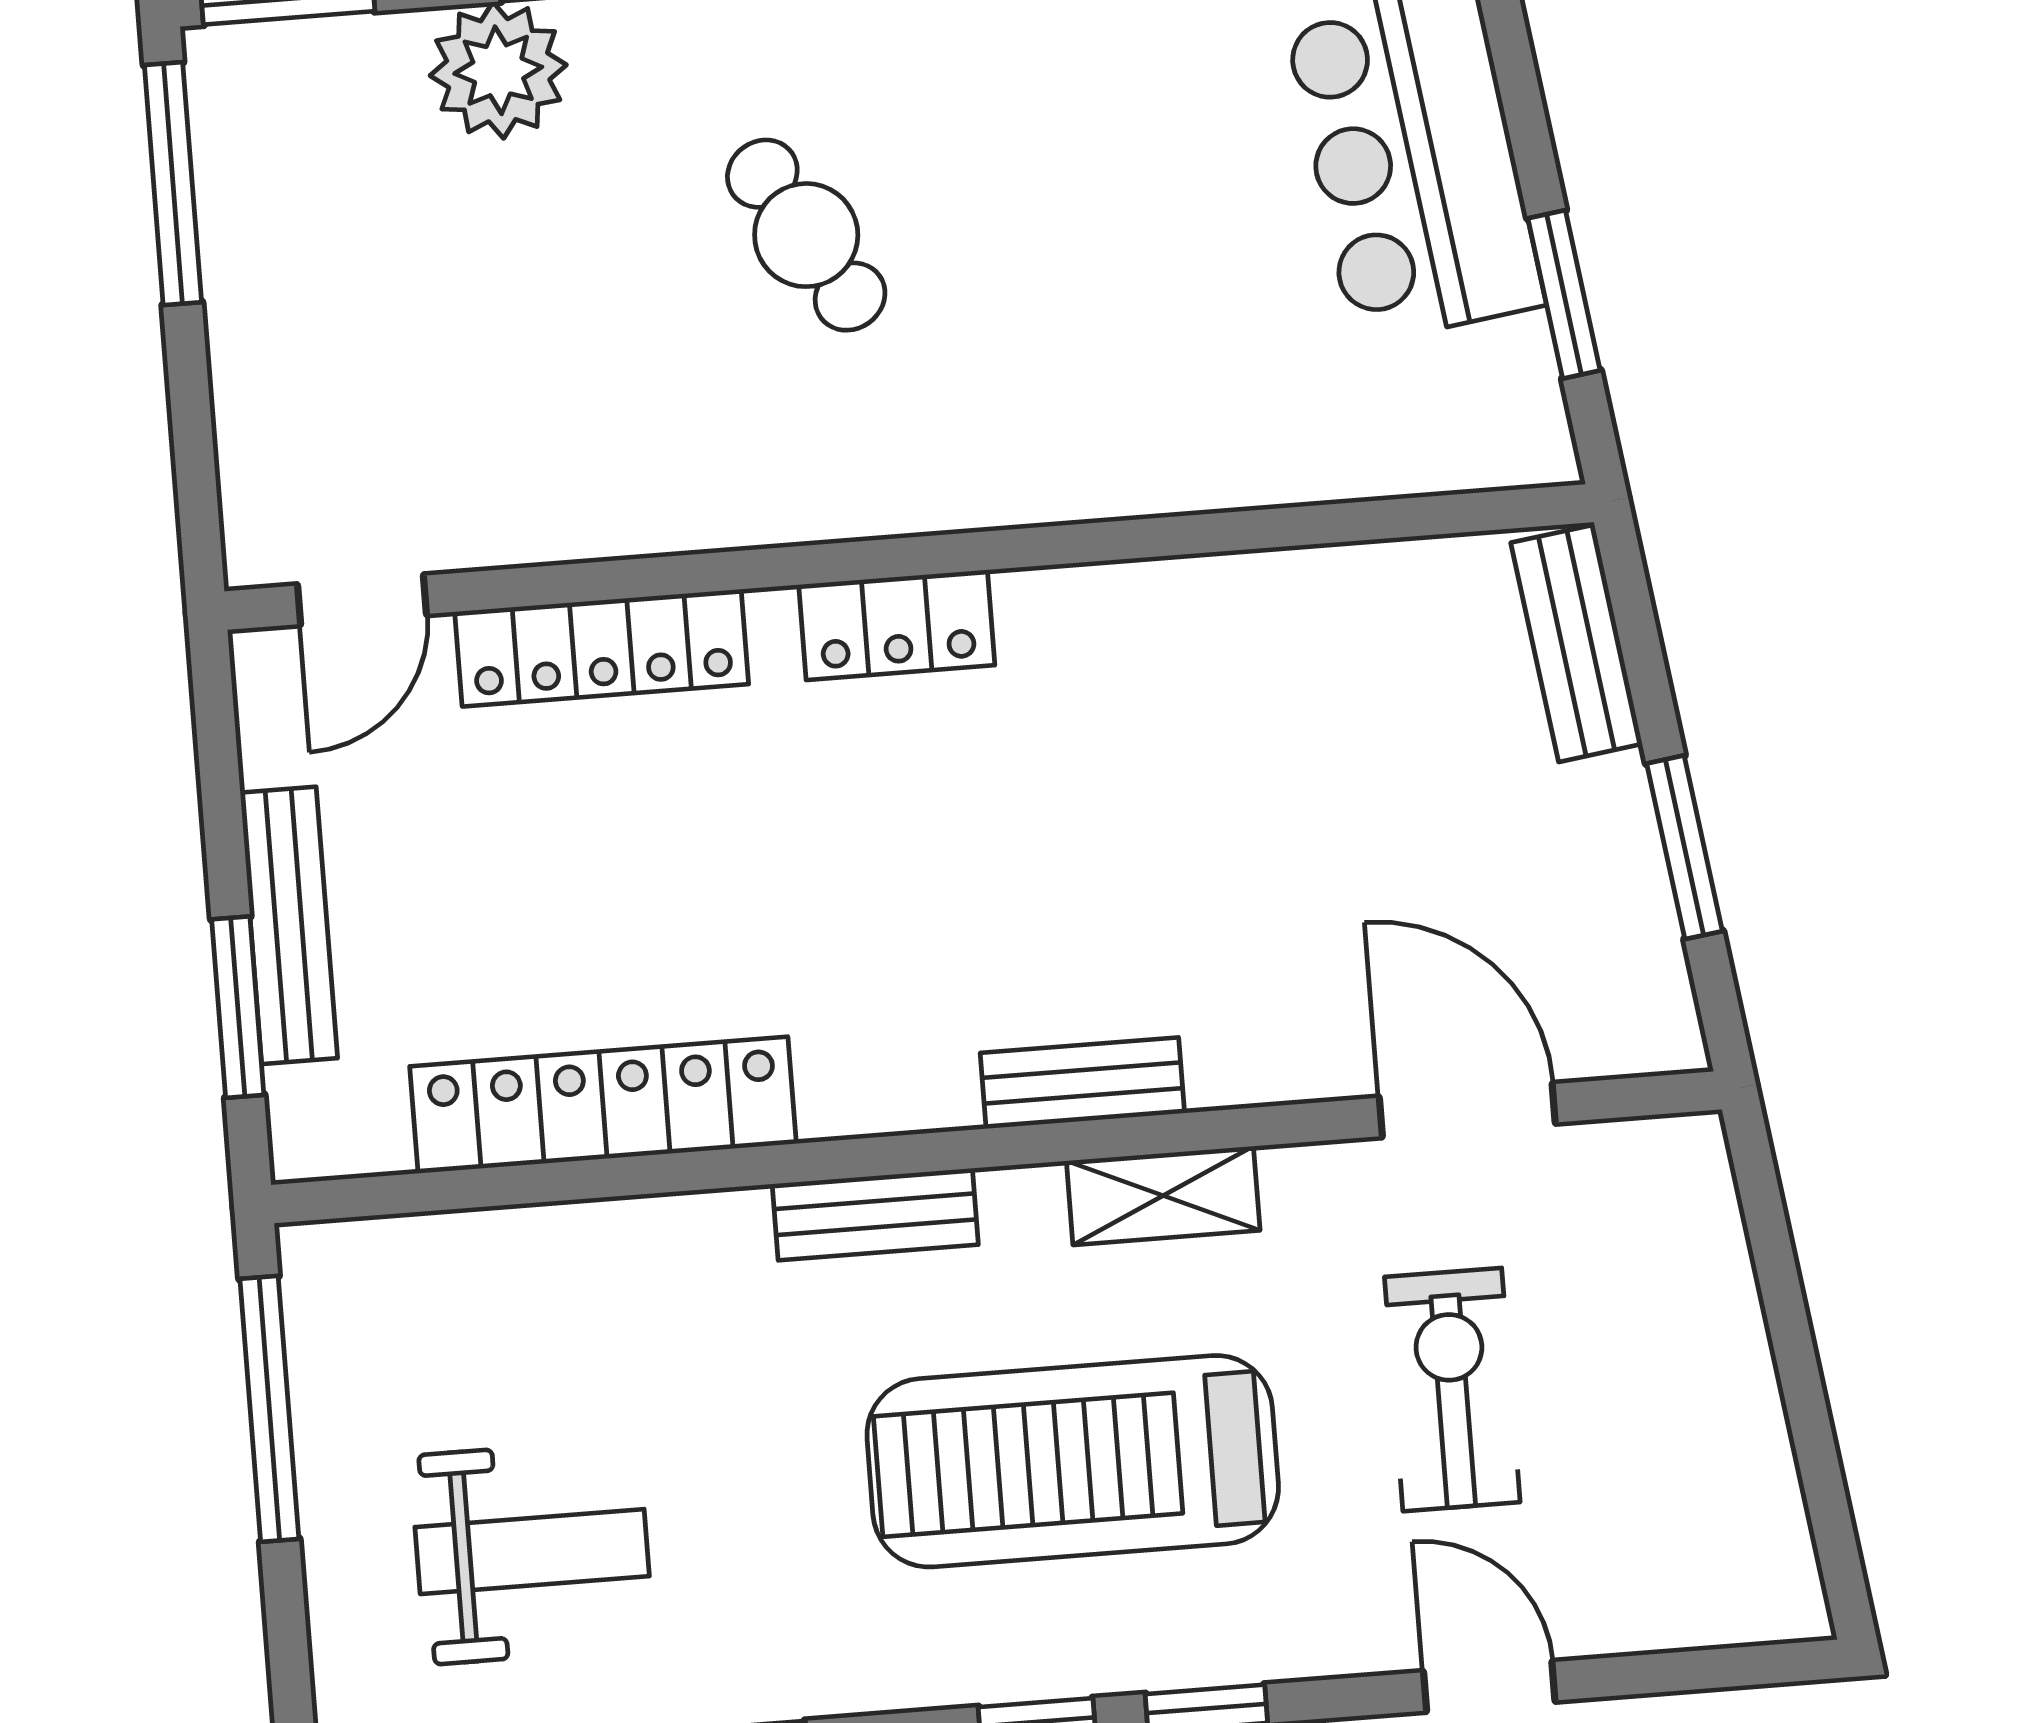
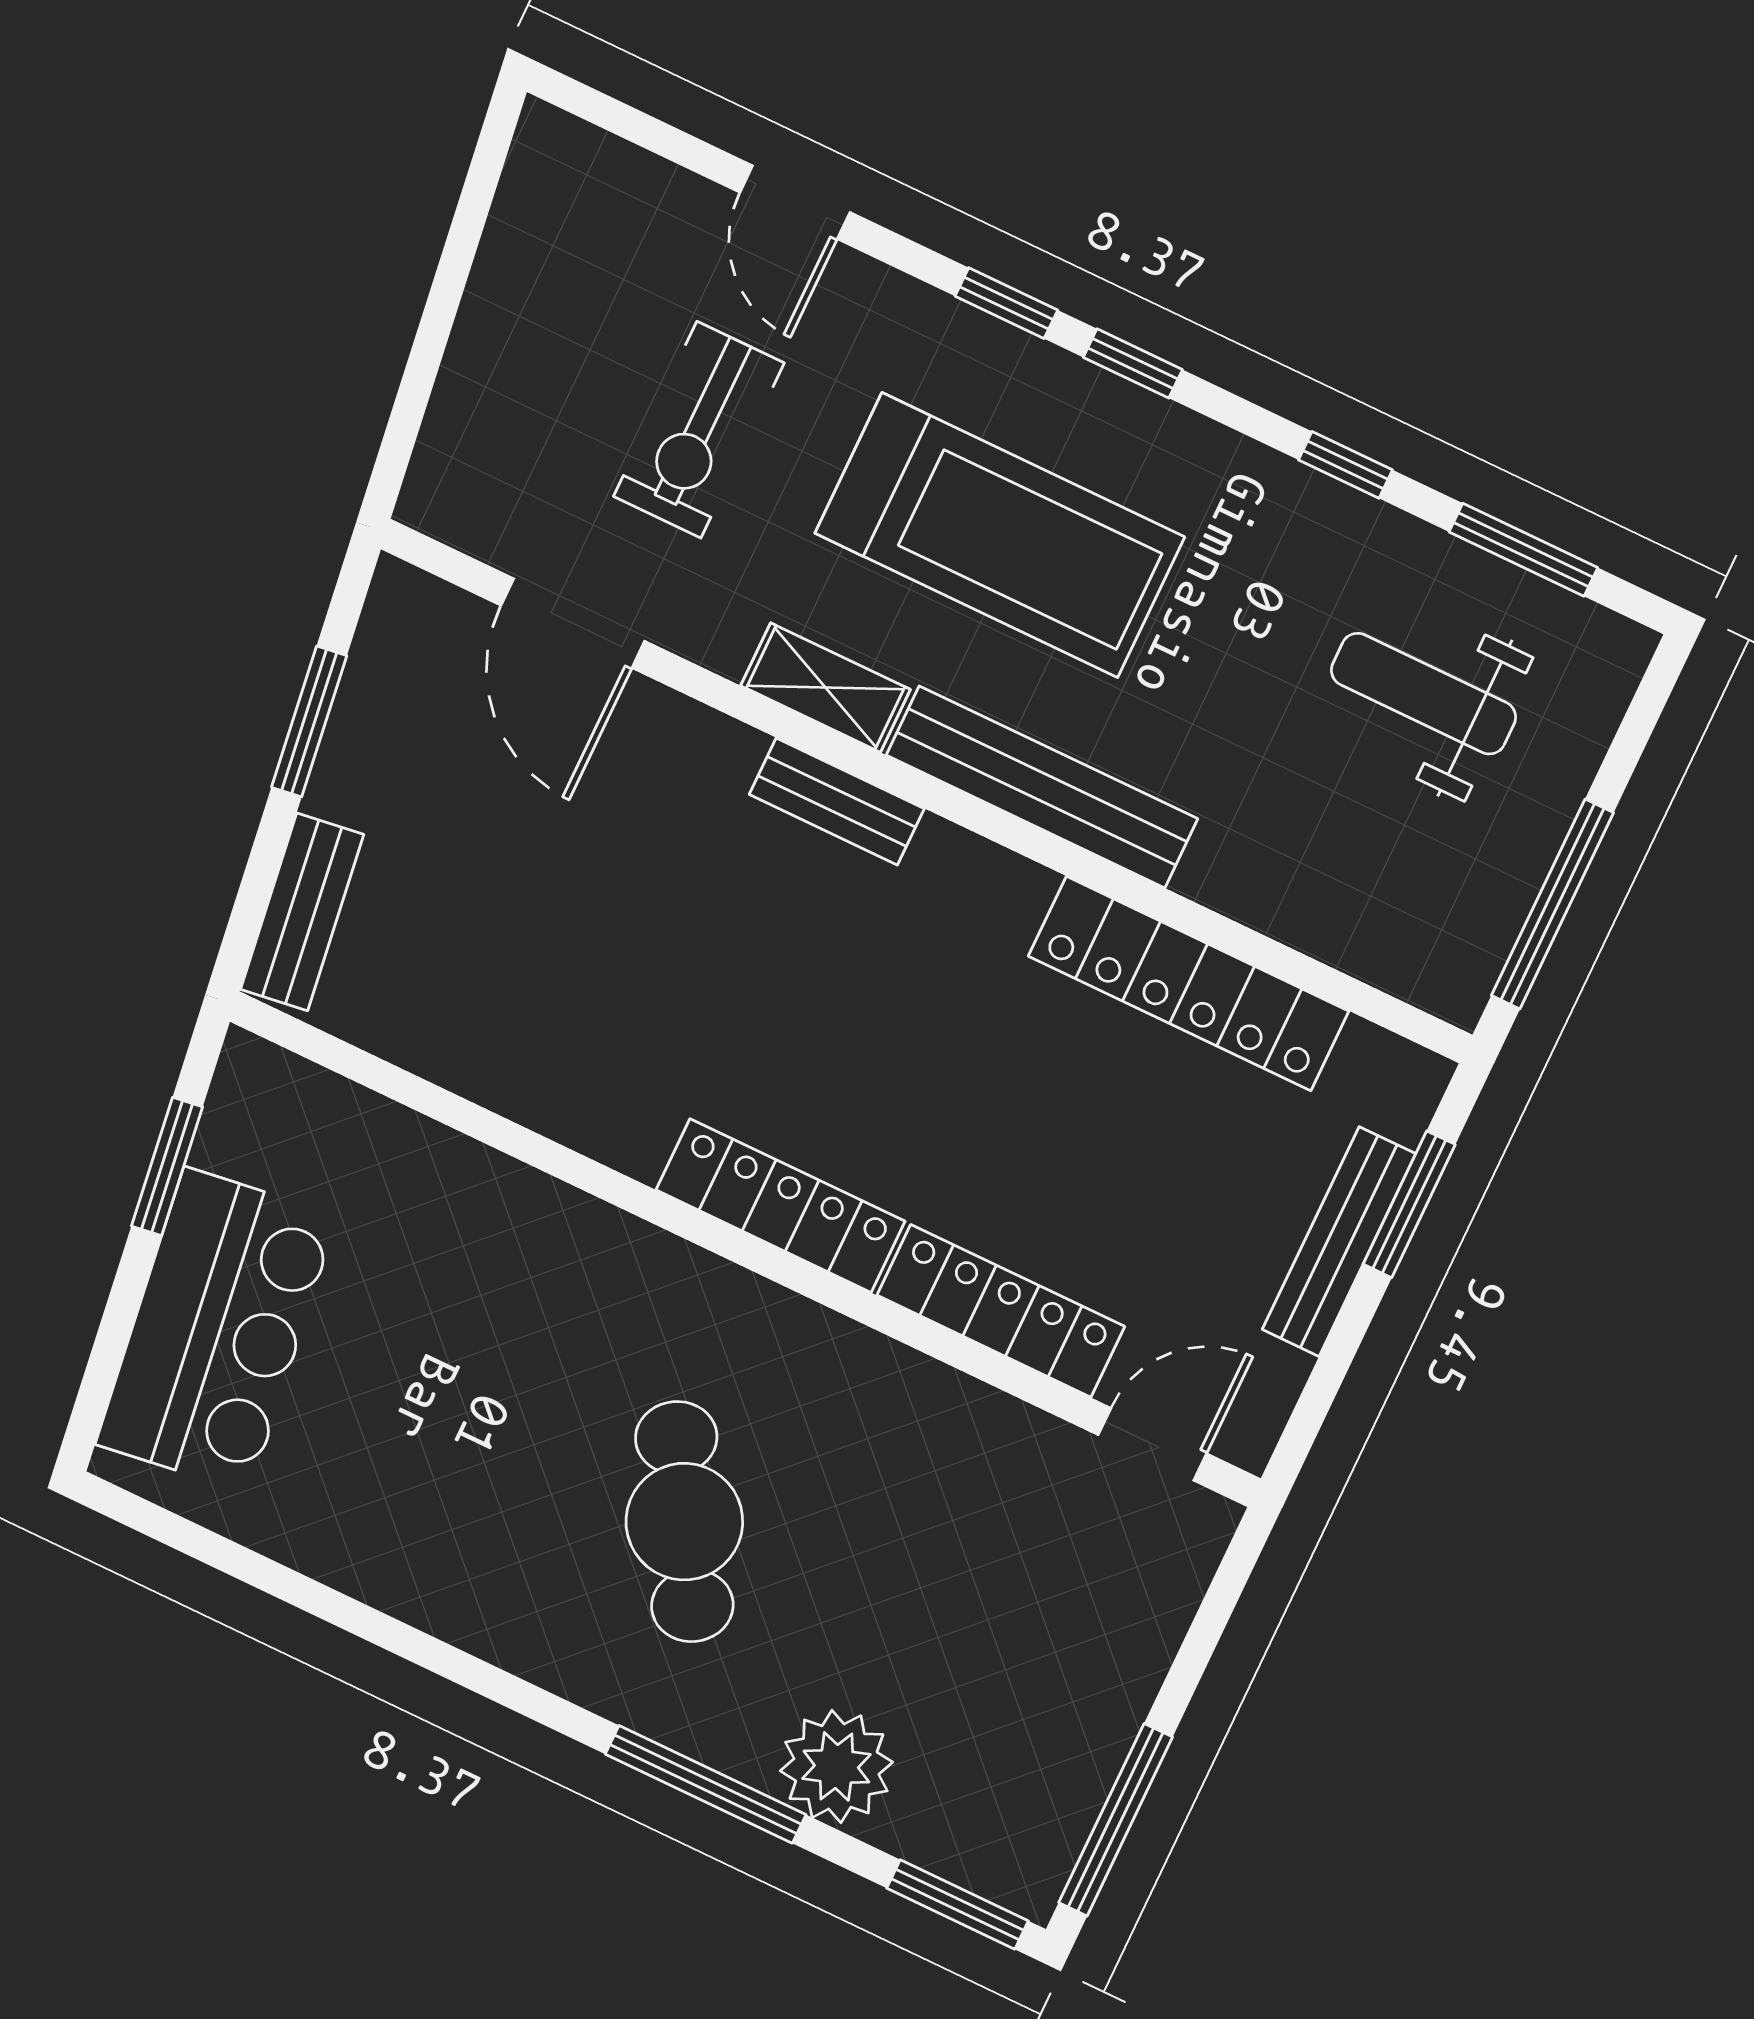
cafe table: (806, 235) -> (684, 1522), width x1.37, depth x1.35
locker: (897, 625) -> (781, 1206), width x1.53
bench: (875, 1214) -> (1042, 787), width x1.86, depth x1.21

